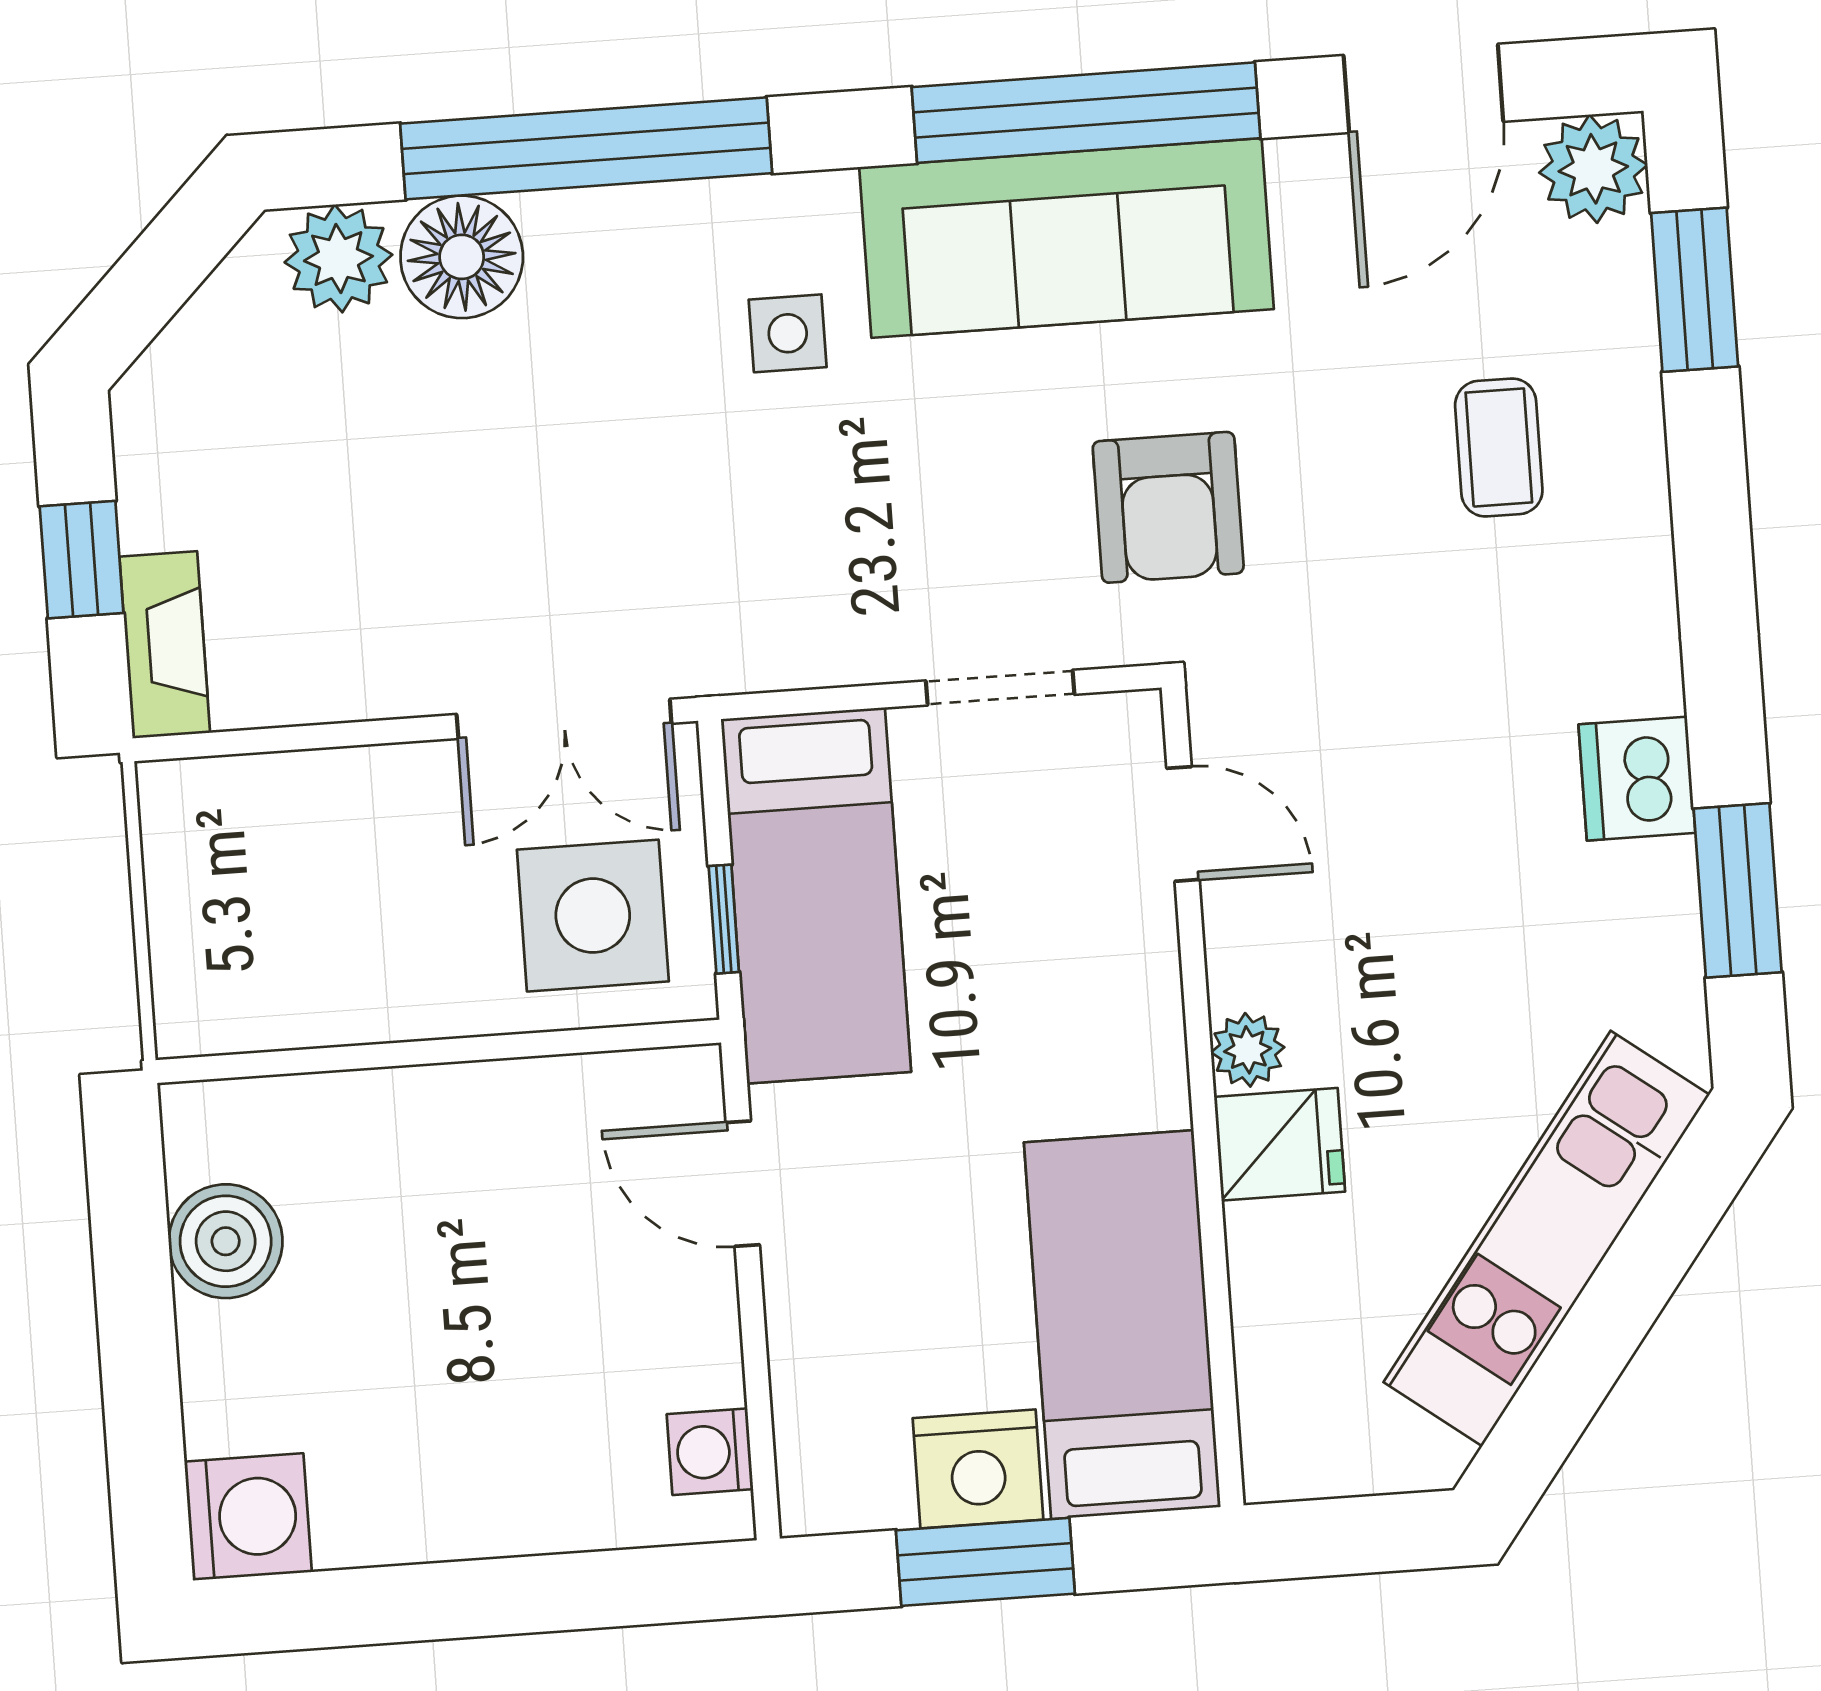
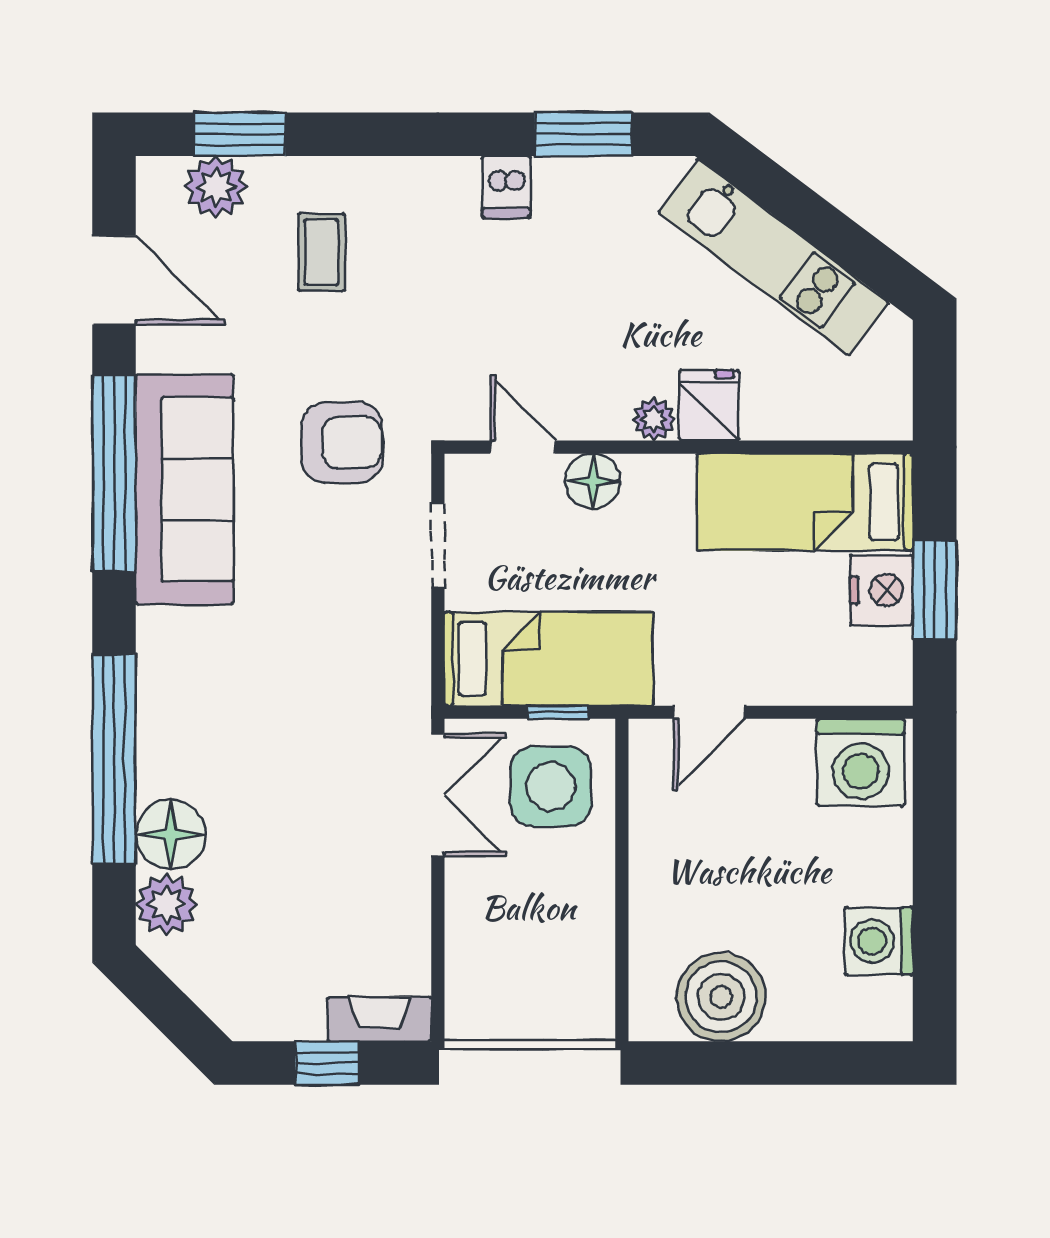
plant: (1593, 169) -> (216, 187), moved
side table: (788, 333) -> (227, 652), removed
coffee table: (1499, 447) -> (321, 252), turned 90
dishwasher: (1637, 779) -> (506, 187), width x0.73
door: (1183, 824) -> (523, 447), hinge flipped
floor lamp: (1133, 951) -> (593, 481), added
boiler: (226, 1241) -> (721, 997), width x1.37, depth x1.37
washing machine: (710, 1452) -> (861, 762), width x1.89, depth x1.89
washing machine: (248, 1517) -> (879, 941), moved, turned -90

